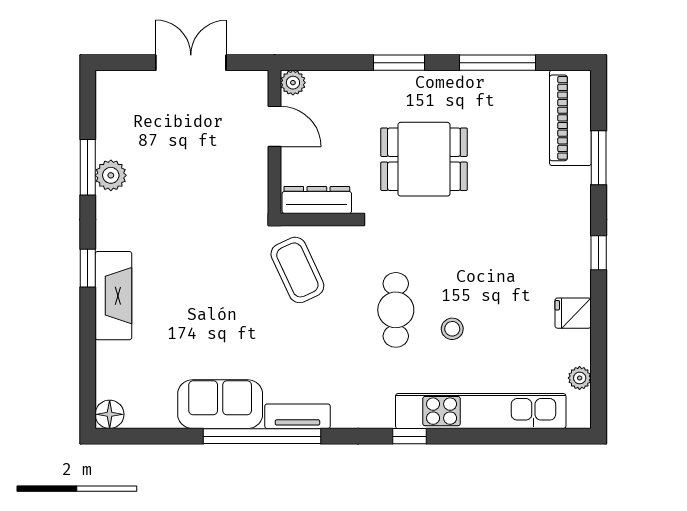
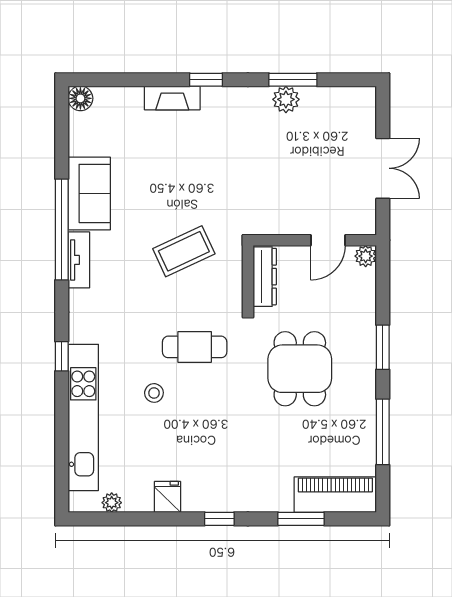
coffee table: (297, 270) -> (184, 251), moved
fireplace: (113, 296) -> (172, 98), width x0.73, depth x0.76
cafe table: (396, 310) -> (195, 347), moved

